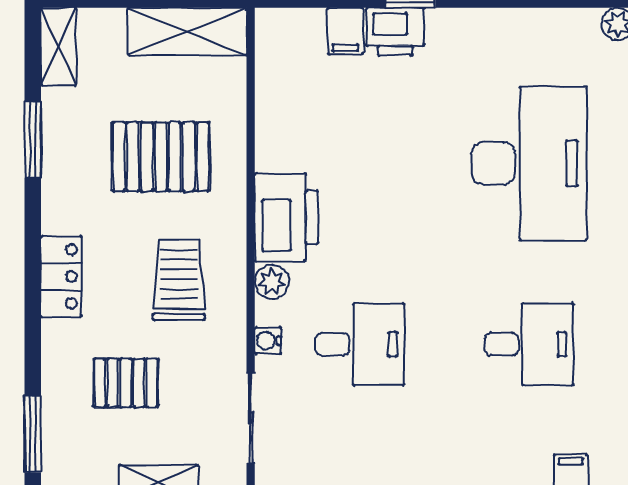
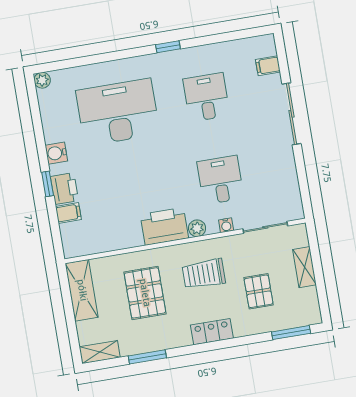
water cooler: (468, 27) -> (56, 153), added

